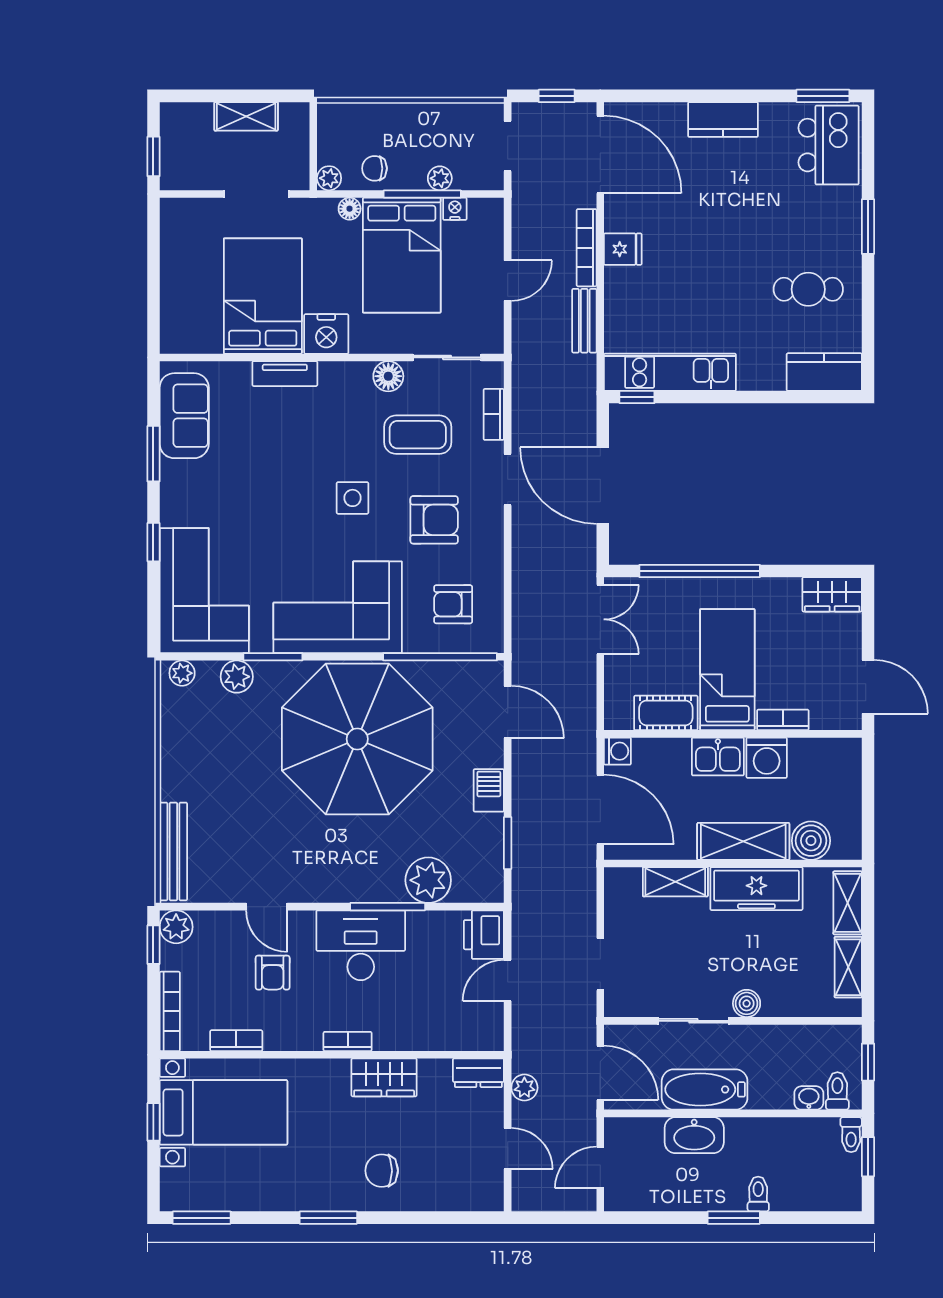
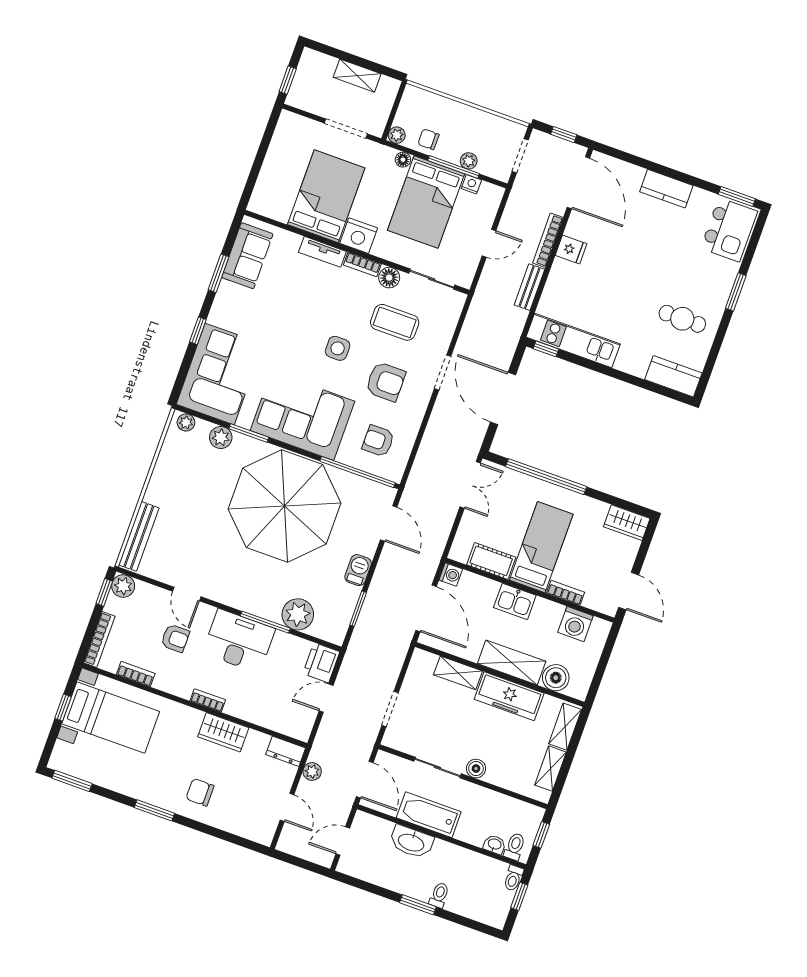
bookcase: (494, 414) -> (362, 264), moved, turned -90
washing machine: (767, 758) -> (575, 624), moved
armchair: (273, 973) -> (175, 638), turned -90

